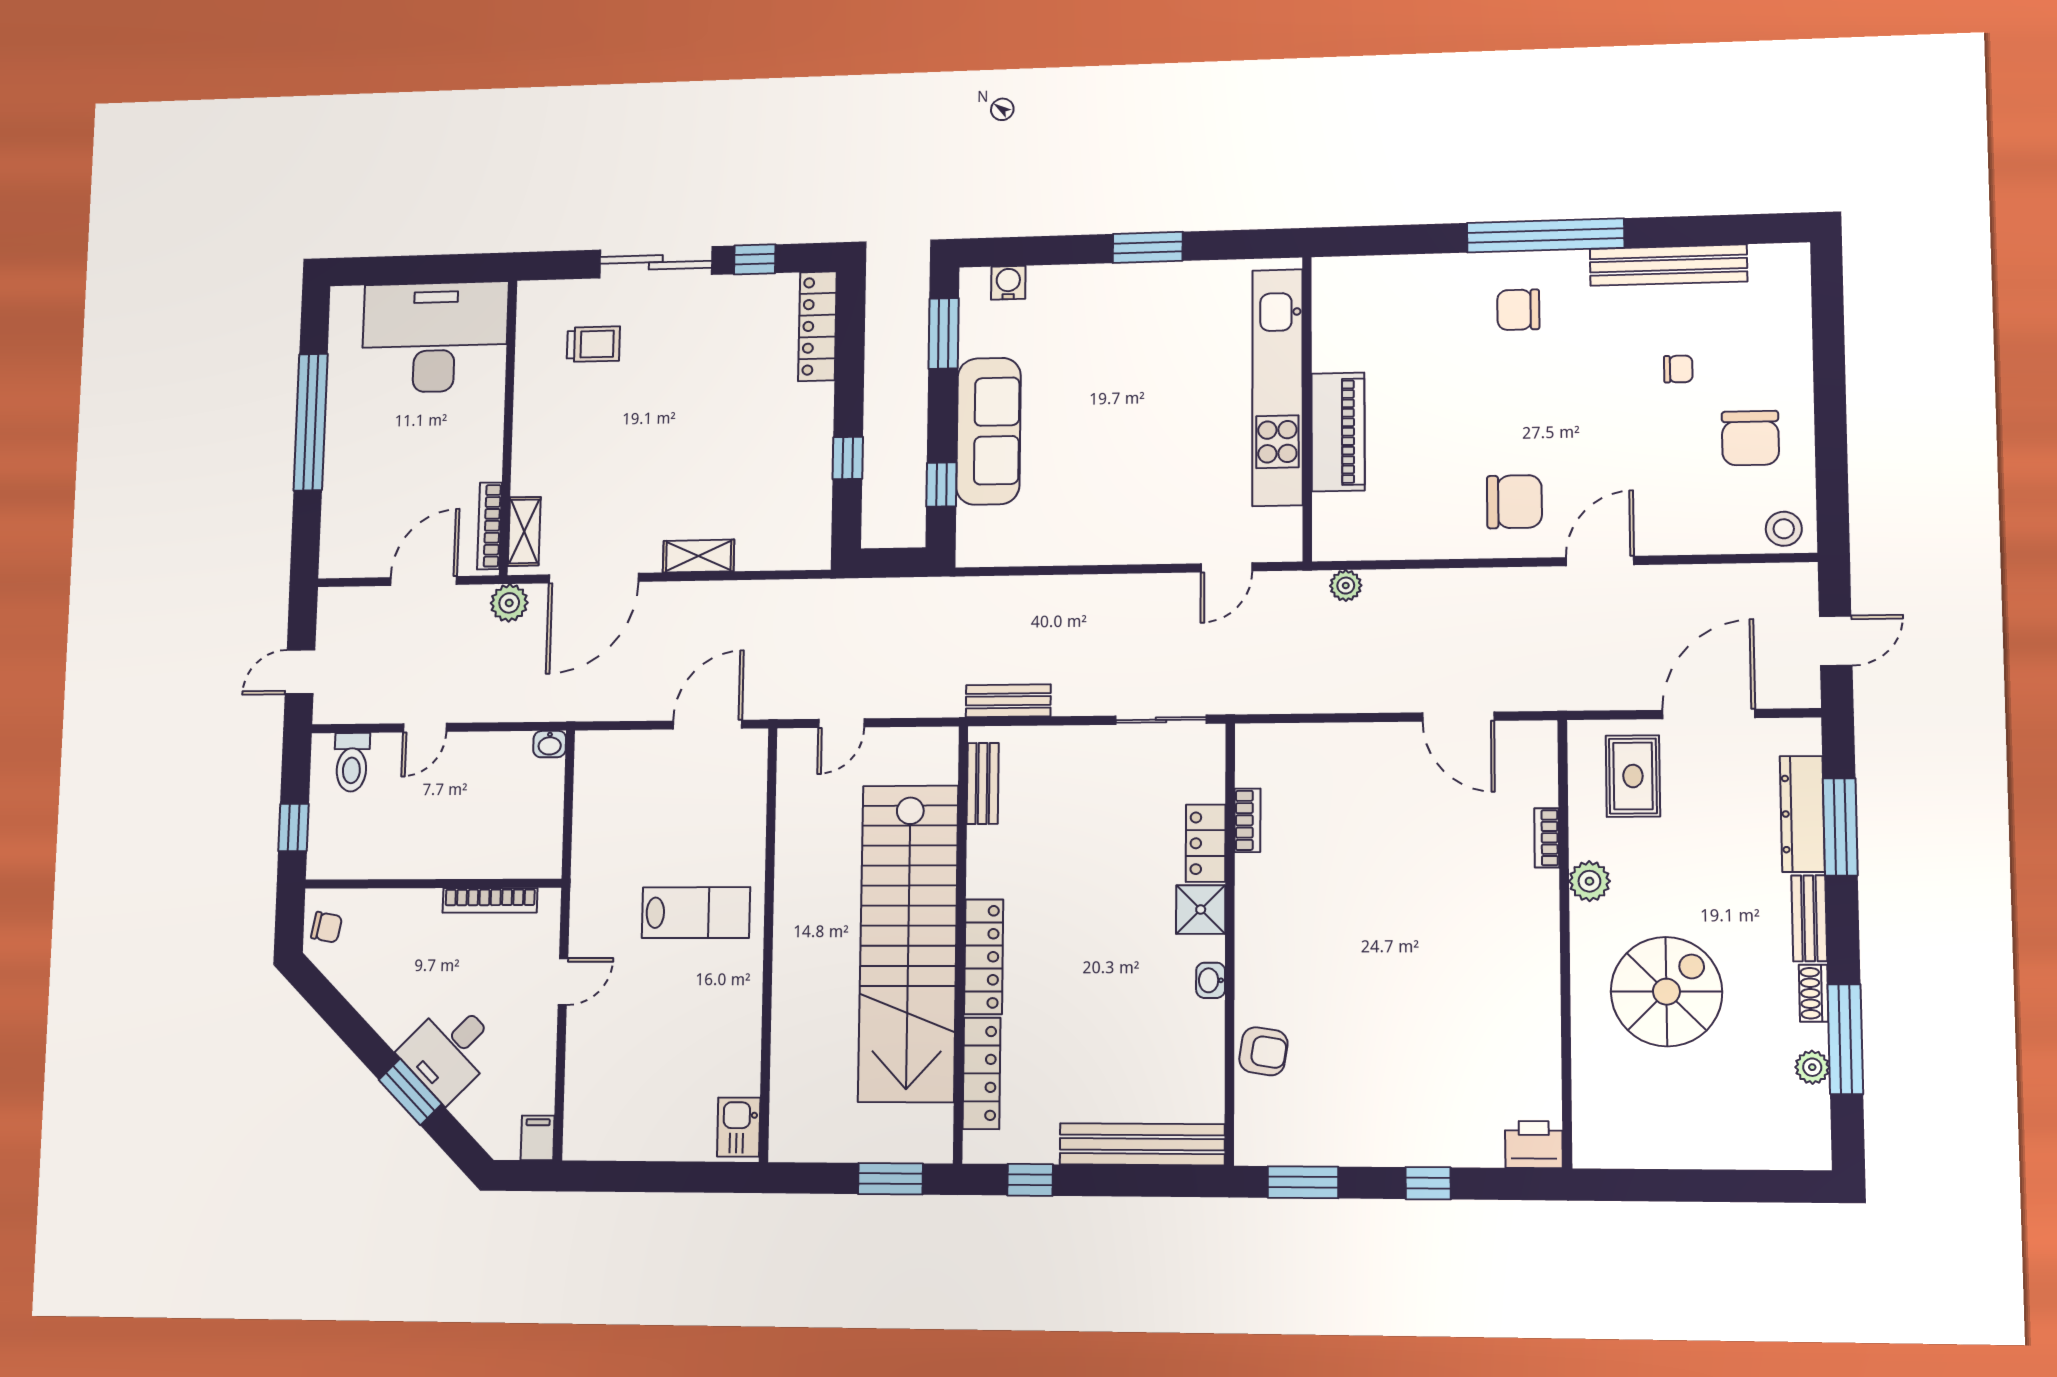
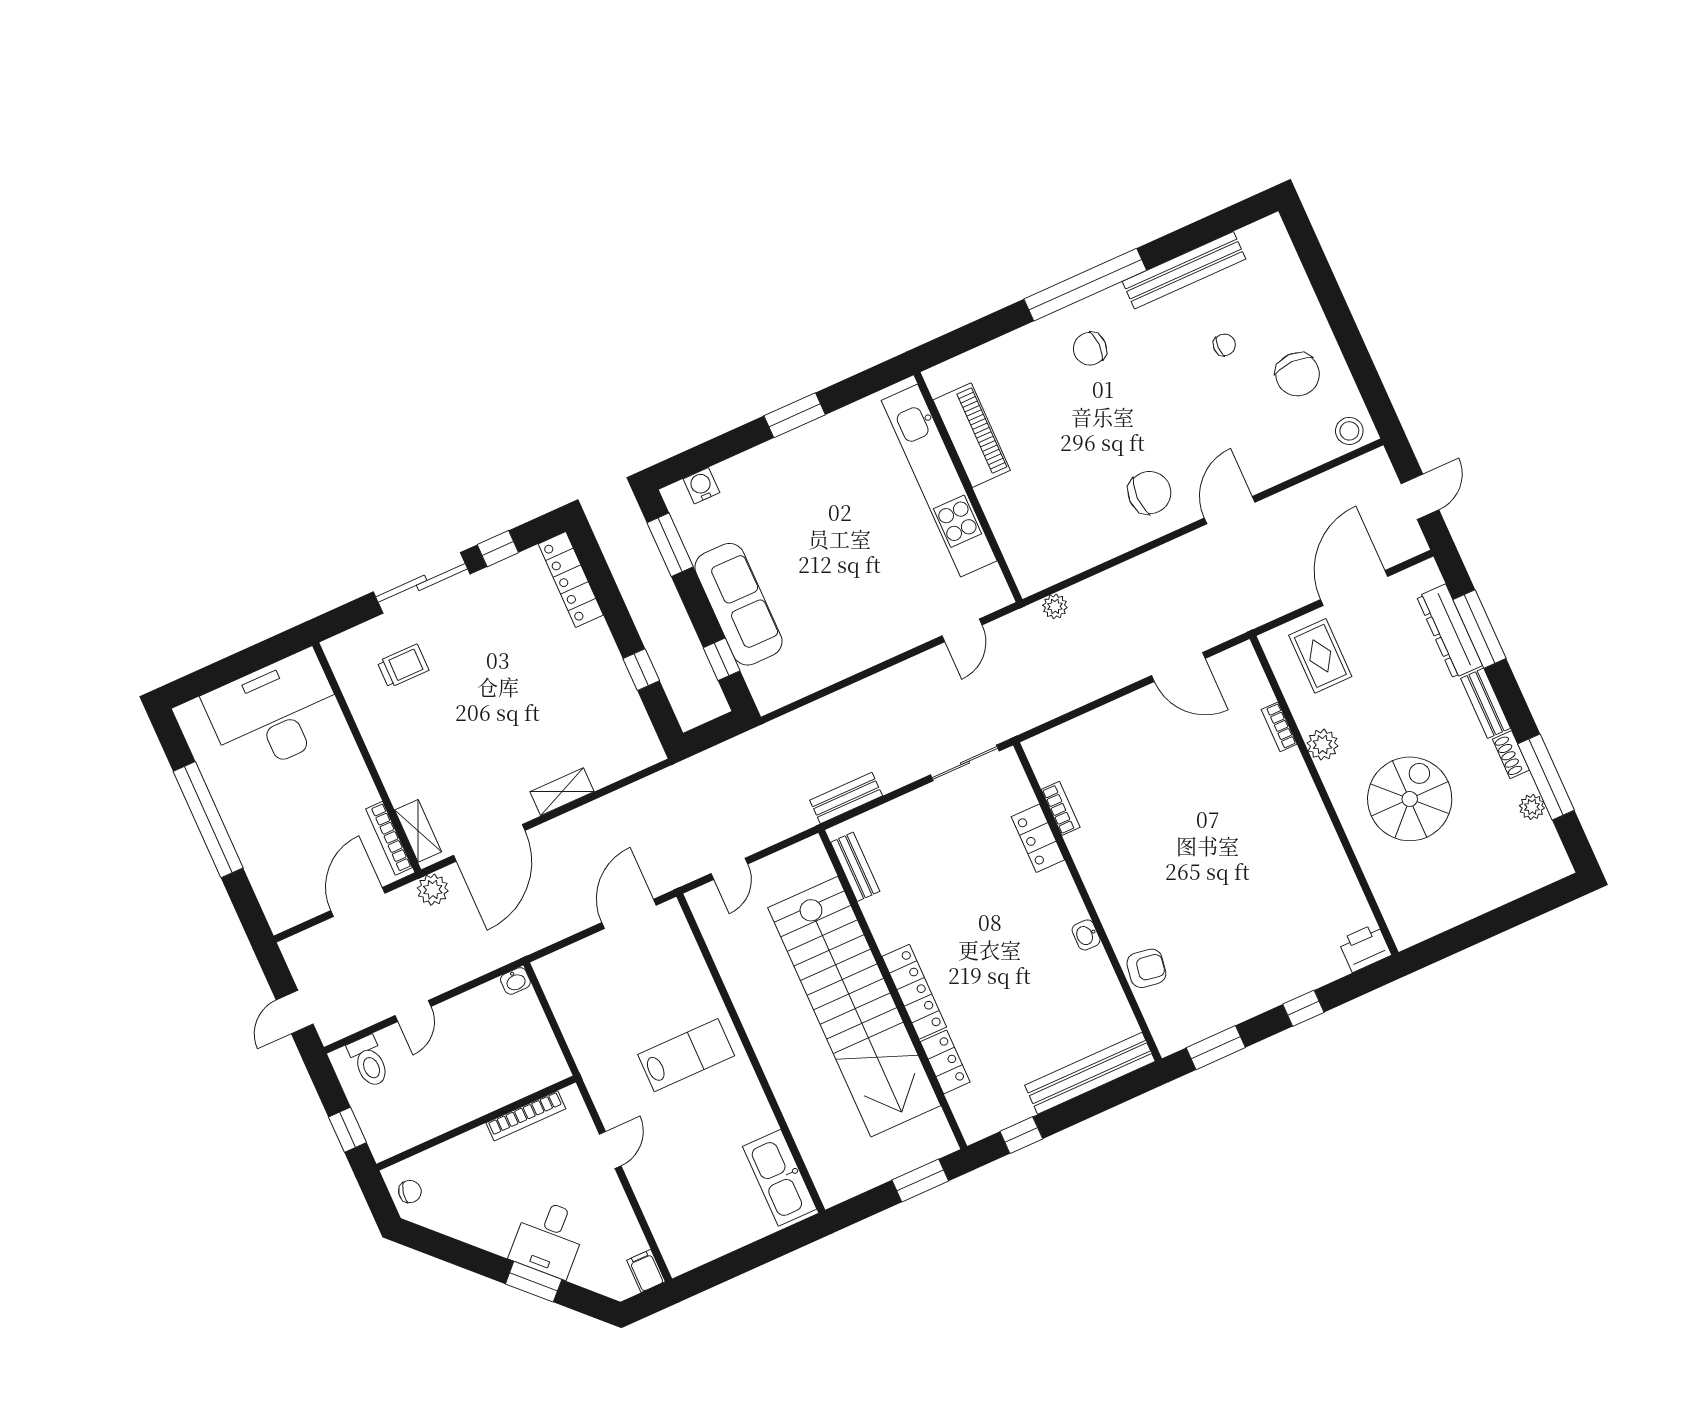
piano: (1338, 432) -> (972, 435), moved
shower: (1201, 910) -> (1056, 888), removed
locker: (982, 1073) -> (945, 1062), width x0.66
kitchen sink: (739, 1127) -> (780, 1178), width x1.88, depth x1.24

